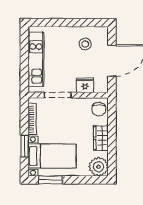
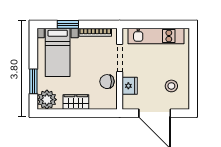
chair: (99, 109) -> (107, 82), moved
window: (51, 180) -> (33, 81), moved

